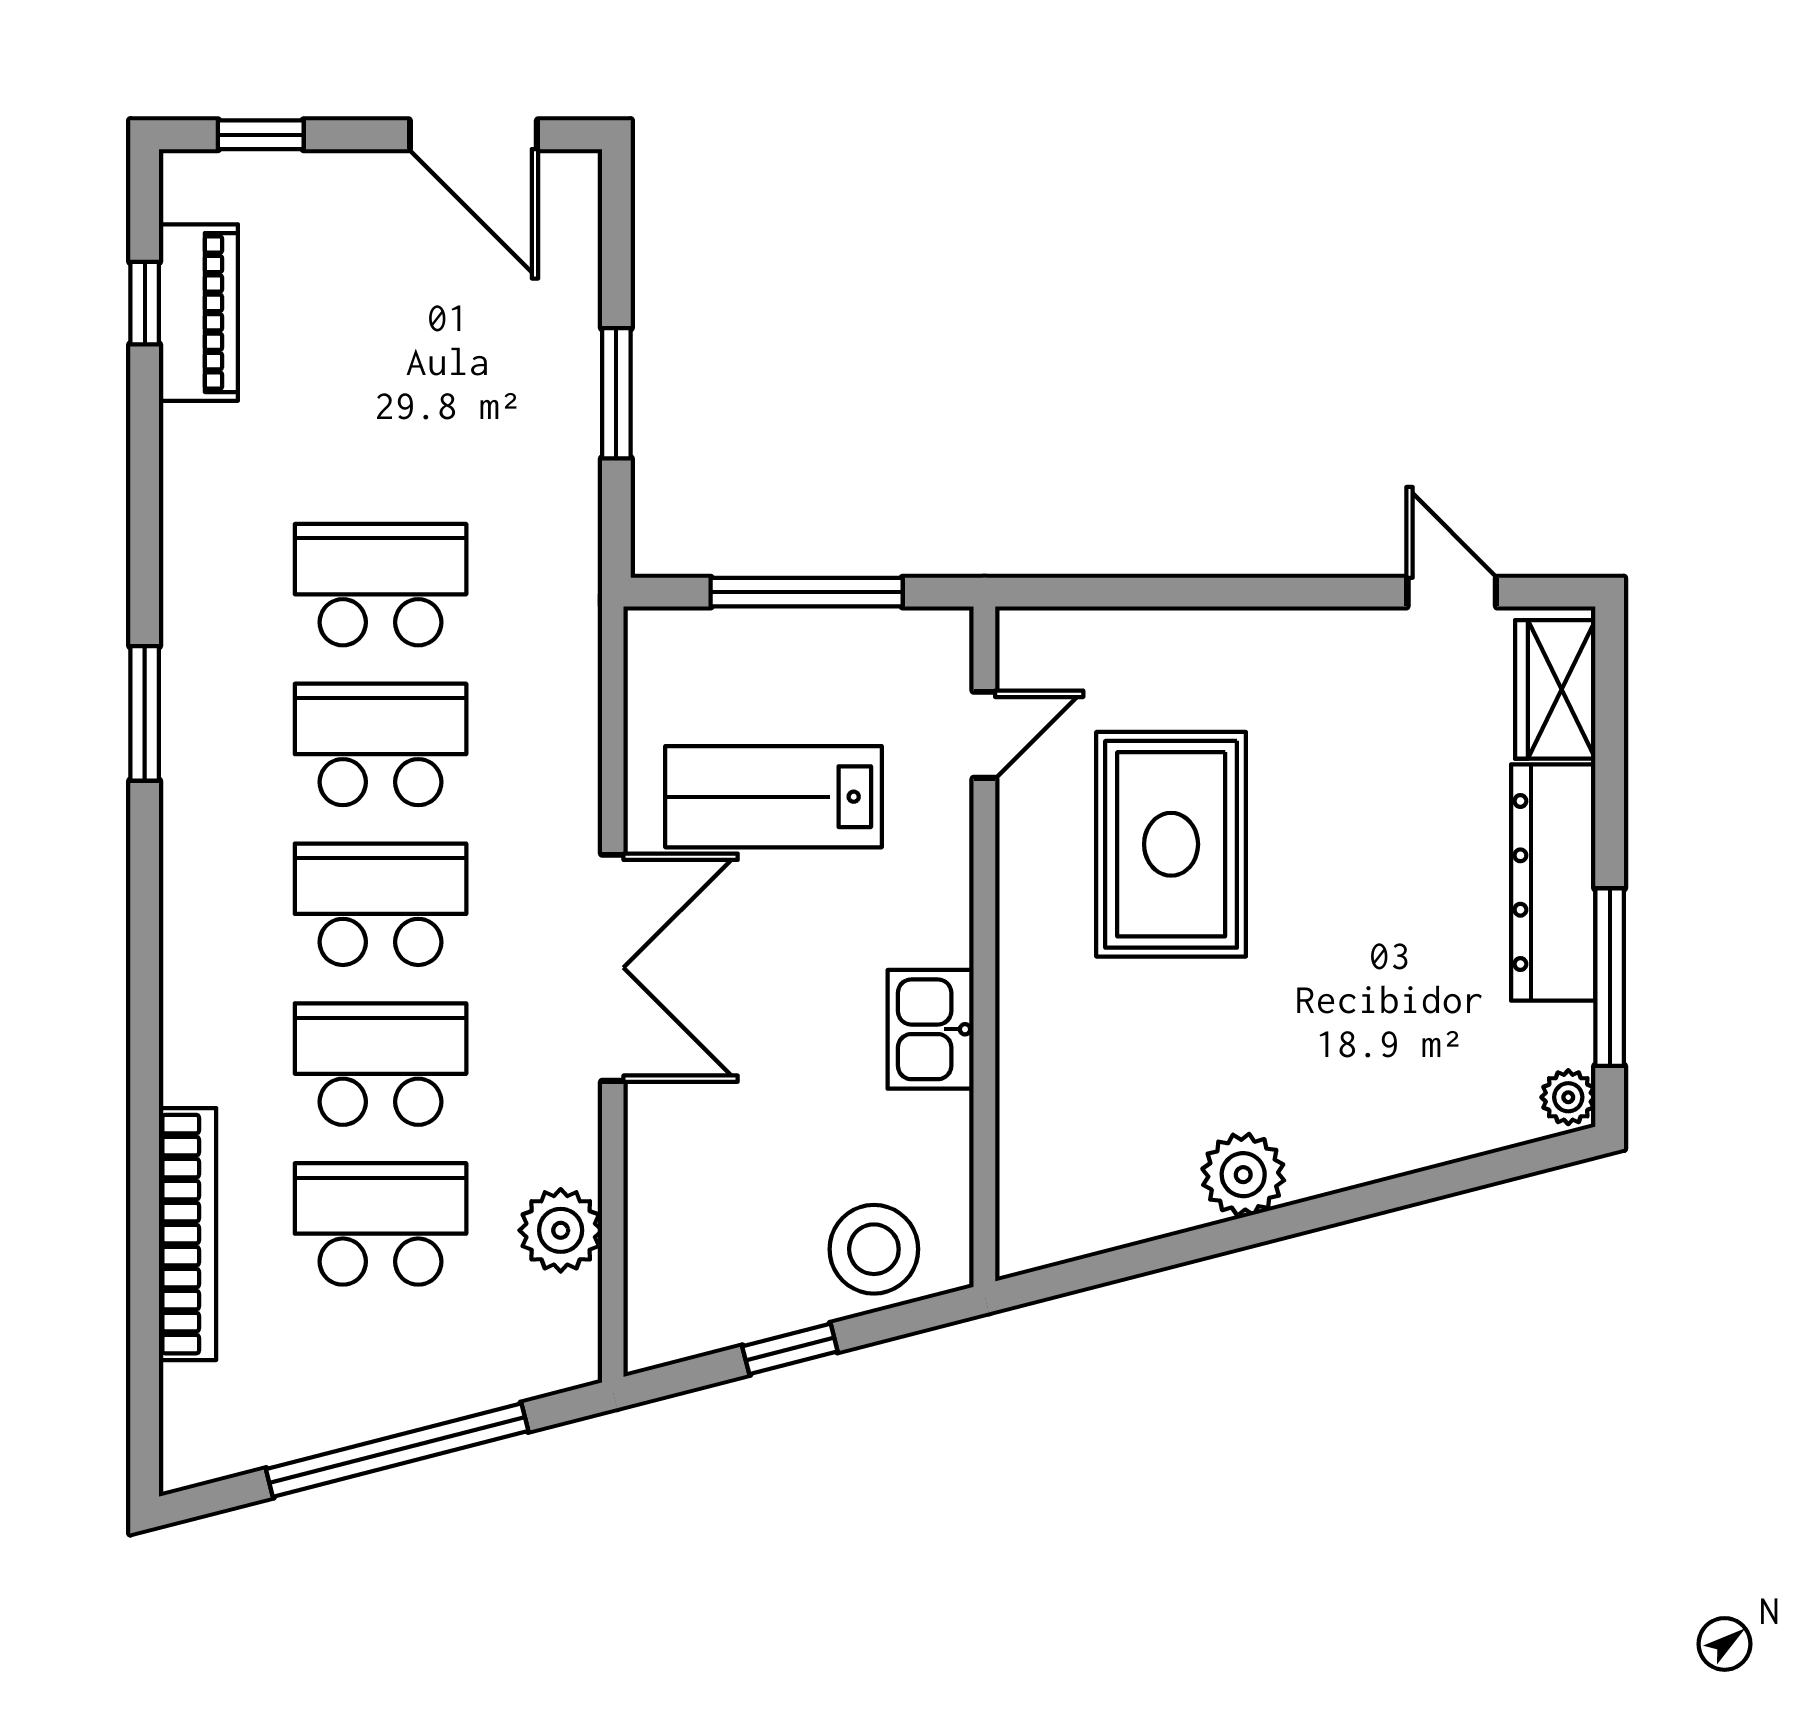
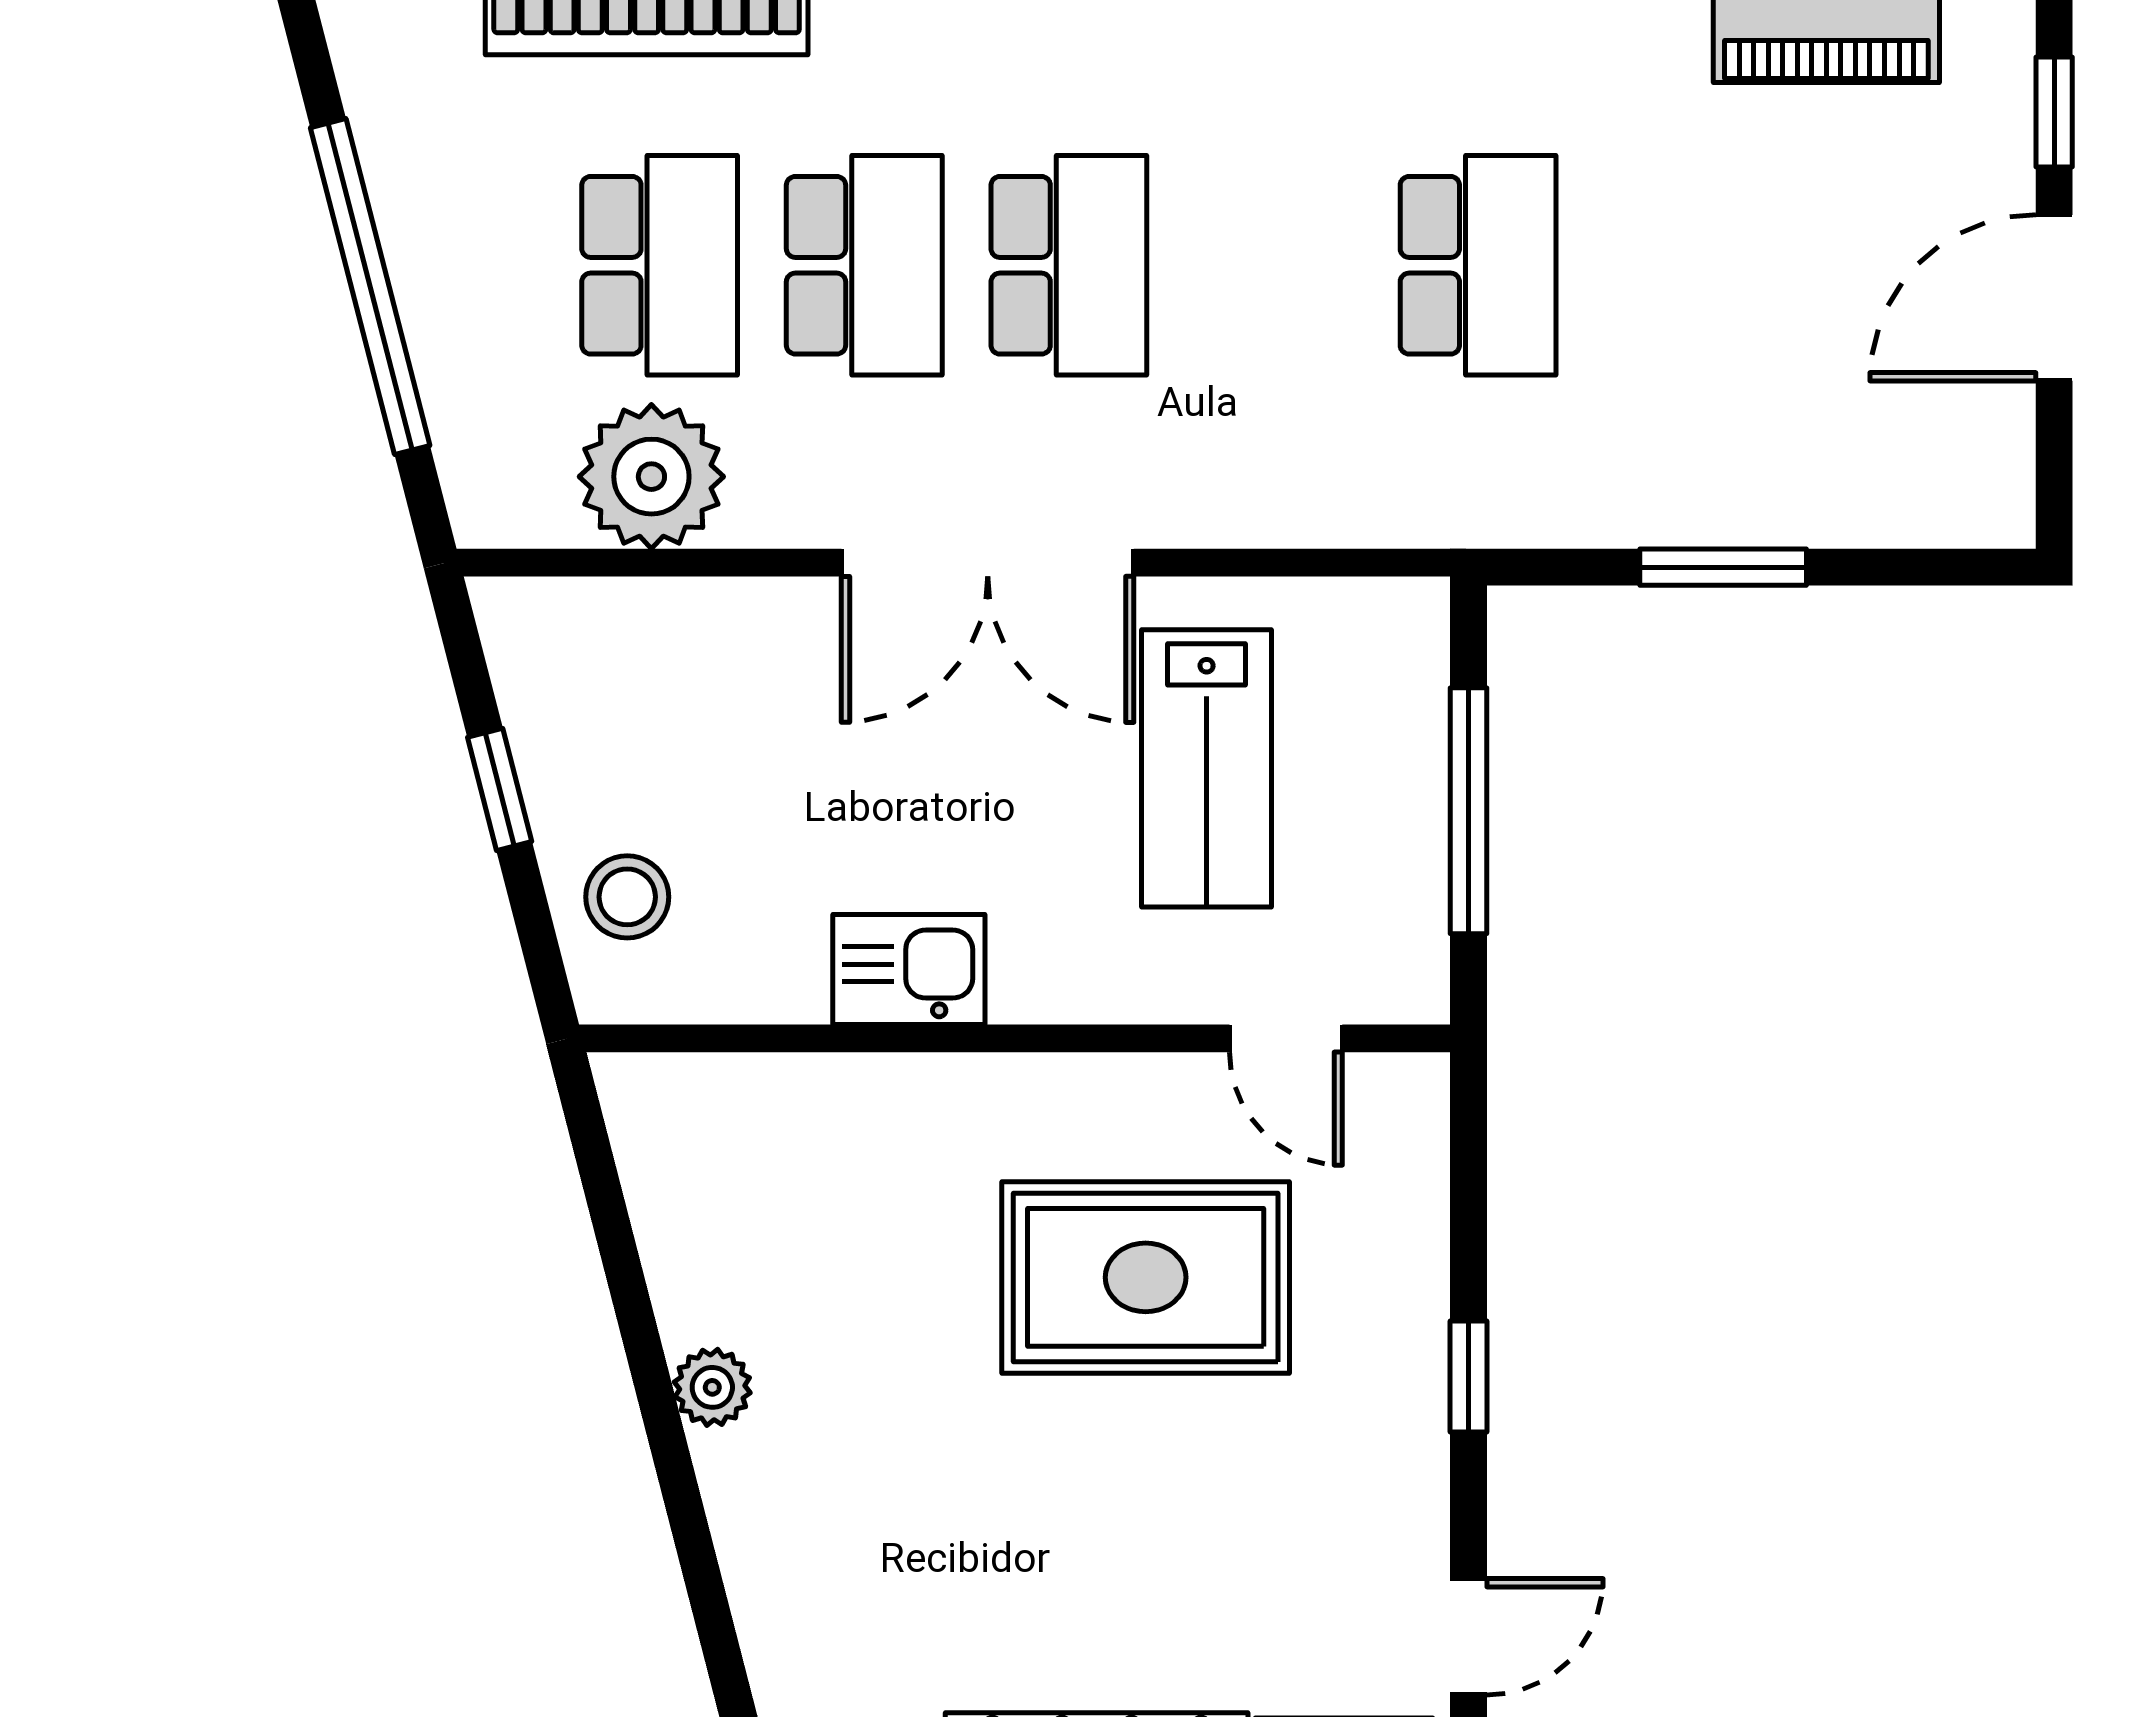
door: (473, 135) -> (2054, 298), moved
window: (1249, 592) -> (1469, 1377), added
school desk: (381, 744) -> (1273, 265), removed
lab bench: (774, 797) -> (1207, 768), turned 180
plant: (1243, 1175) -> (712, 1387), width x0.73, depth x0.73
plant: (561, 1230) -> (651, 477), width x1.36, depth x1.36
stool: (874, 1249) -> (627, 897), width x0.73, depth x0.73

